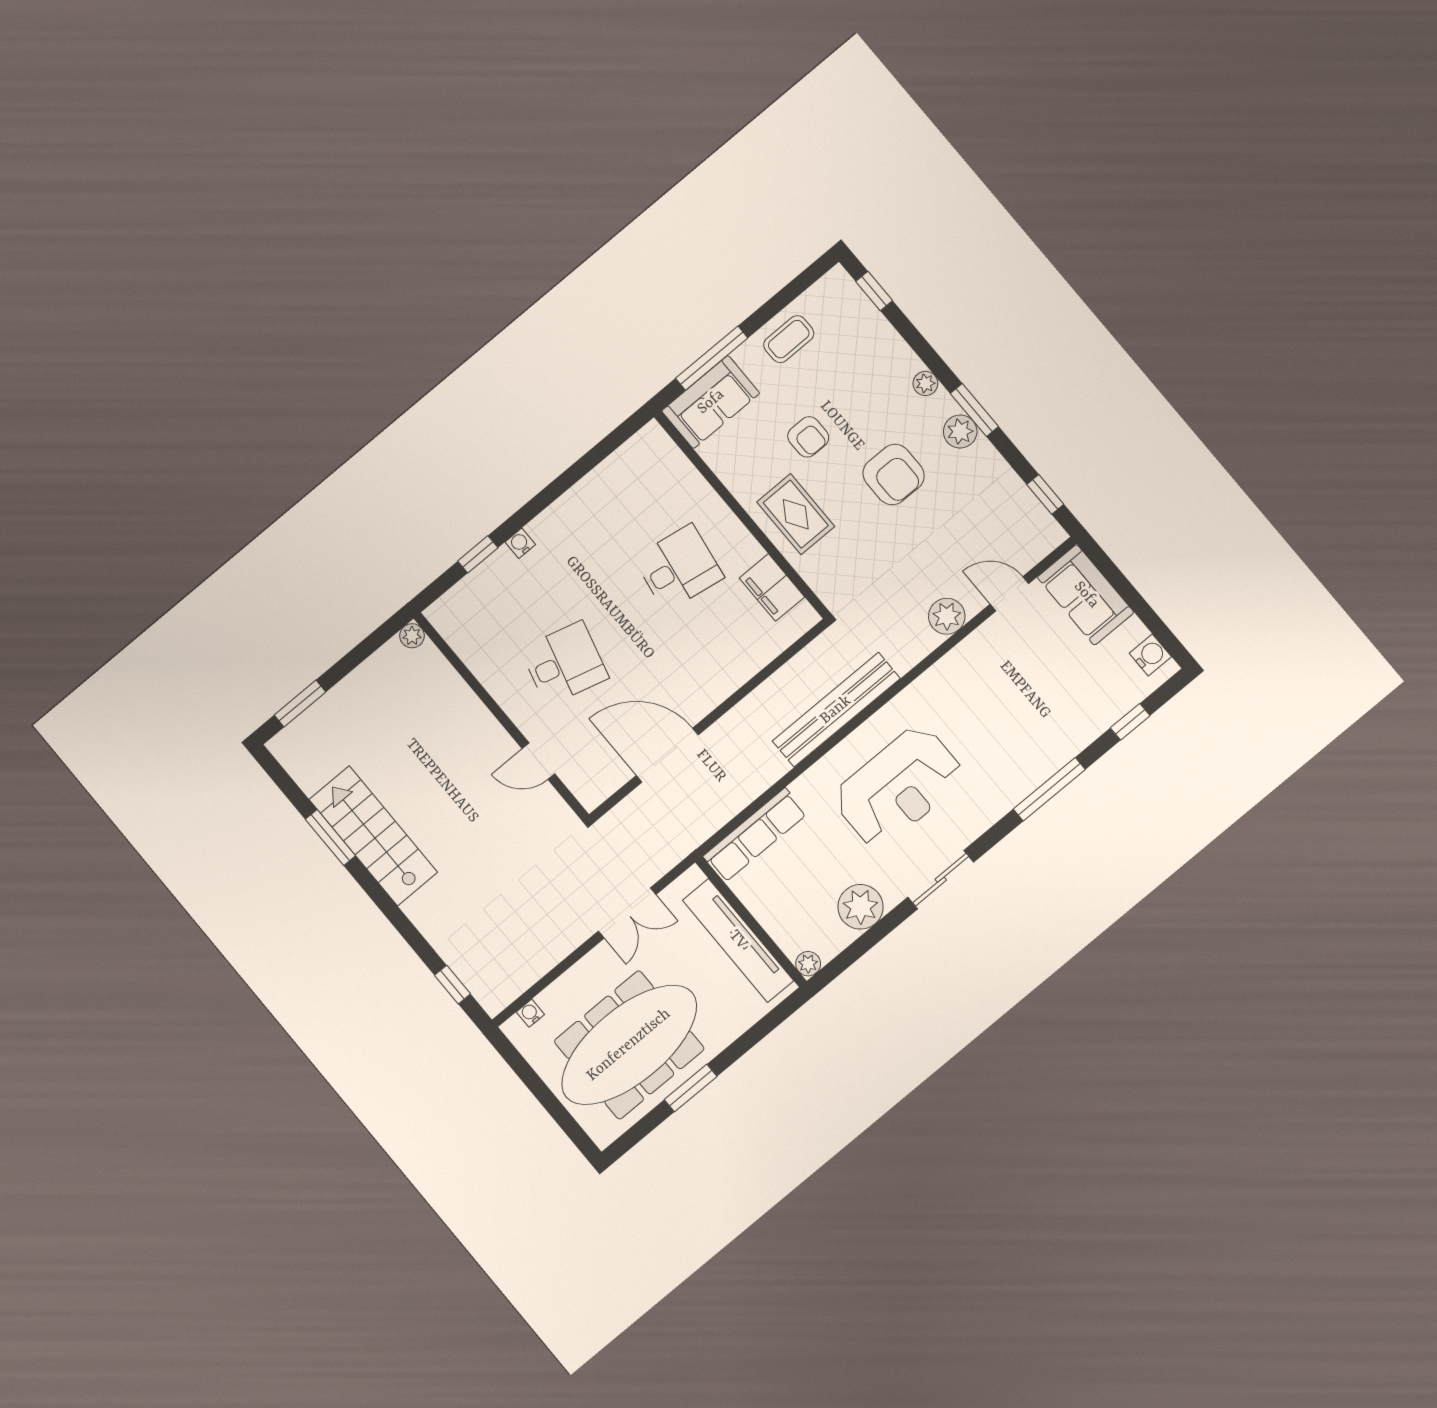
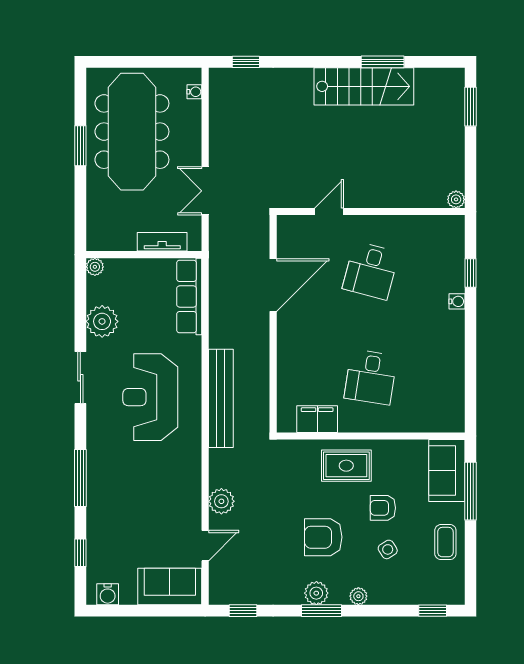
side table: (849, 394) -> (388, 549), added
tv unit: (738, 940) -> (162, 242), width x0.52, depth x0.78

